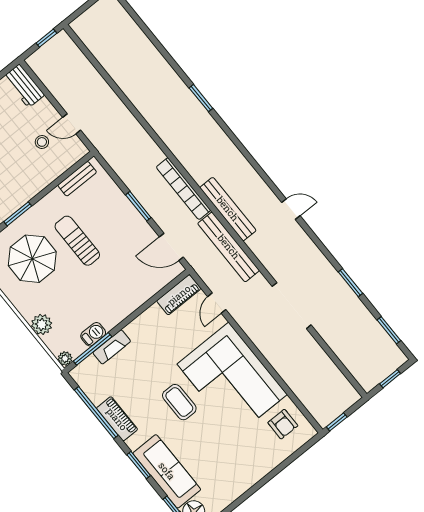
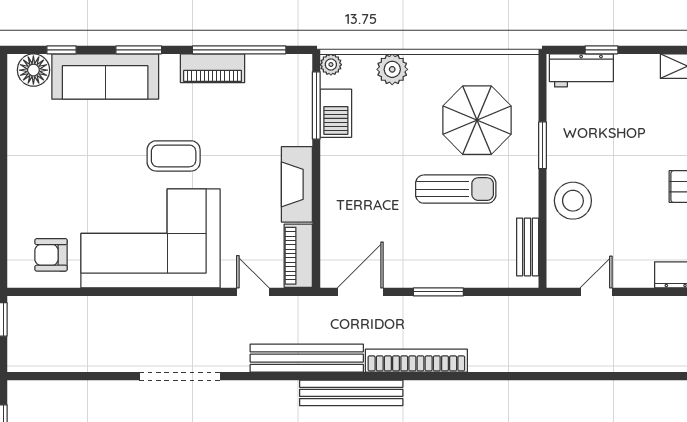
stool: (42, 142) -> (573, 201), moved, width x1.89, depth x1.89
barbecue: (93, 334) -> (336, 113), width x1.38, depth x1.27
fireplace: (112, 347) -> (297, 184), moved, width x1.37, depth x1.32

